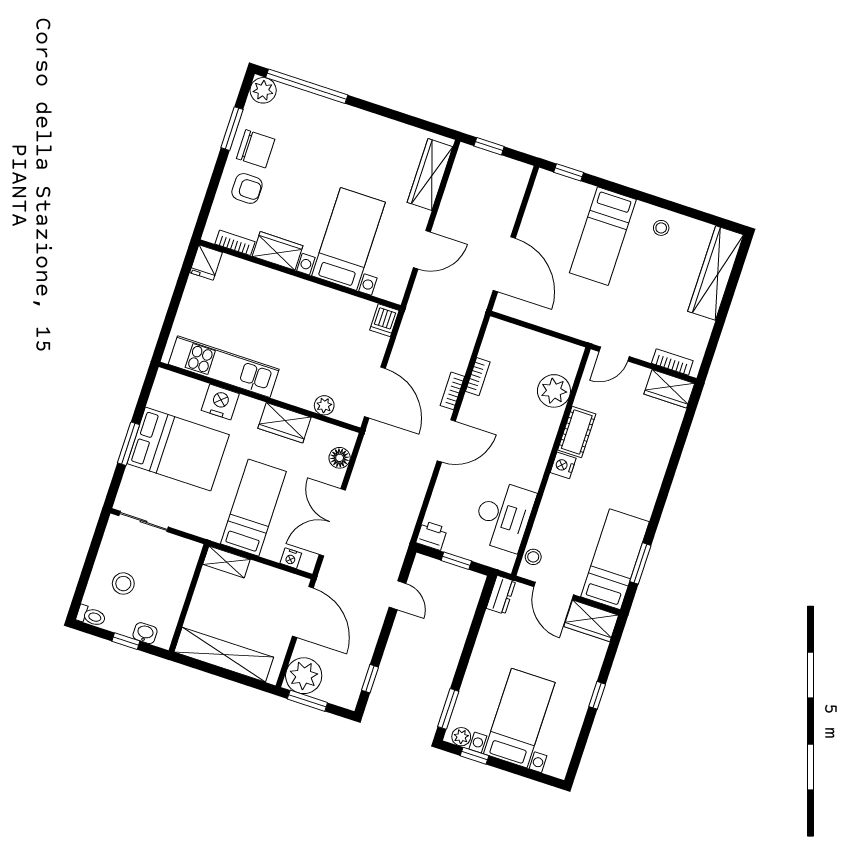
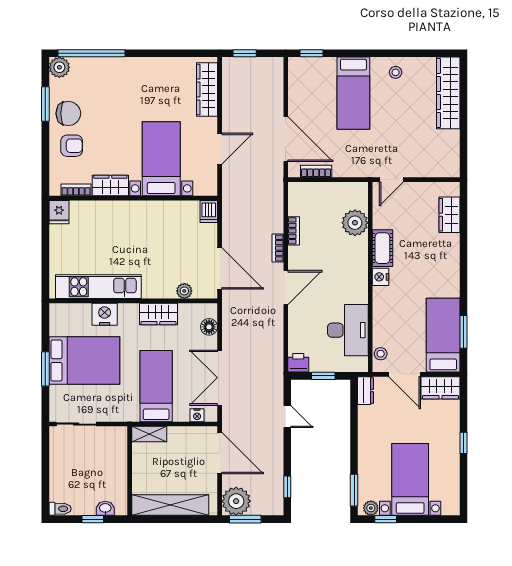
bookcase: (672, 362) -> (316, 171), moved
wardrobe: (669, 389) -> (449, 215), moved, turned 90
stool: (123, 584) -> (76, 476), removed

